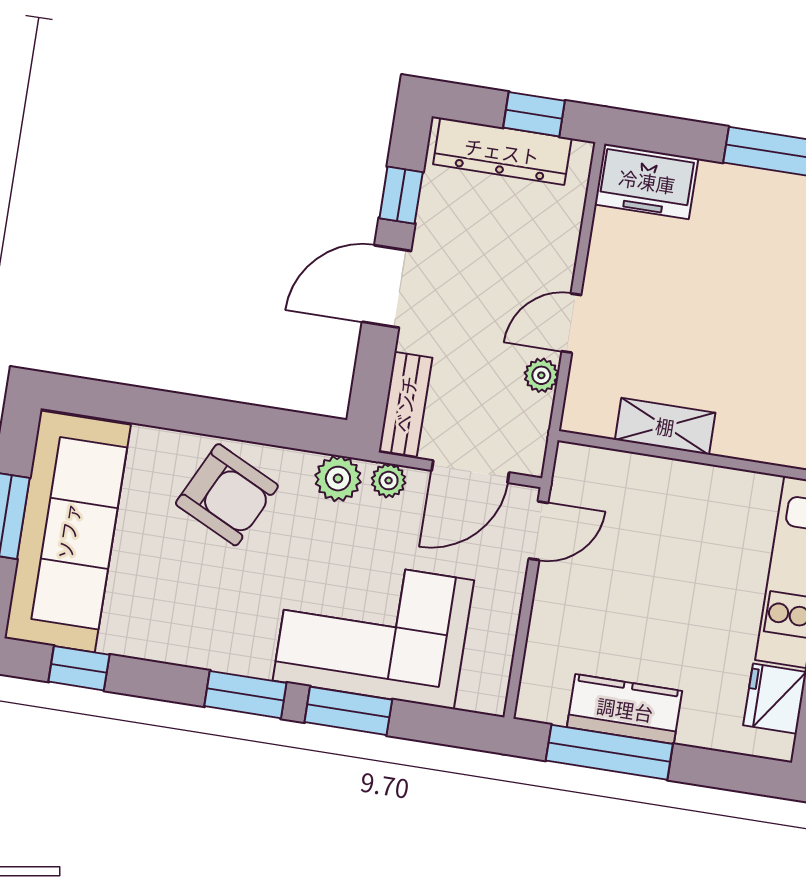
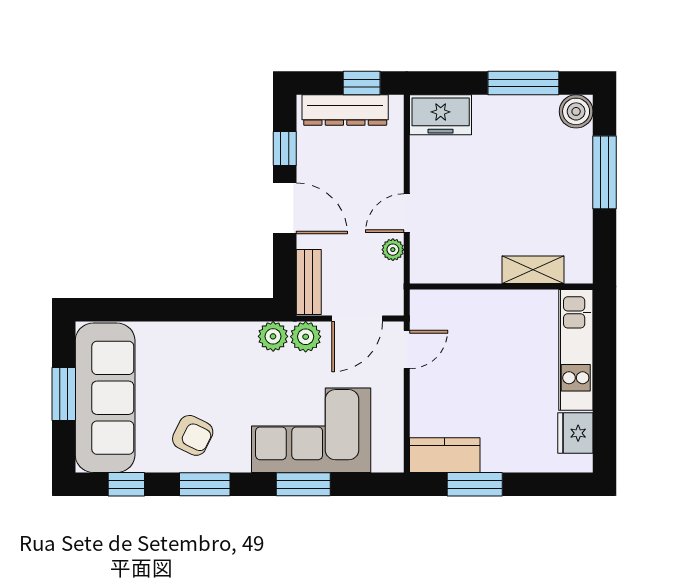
door: (387, 286) -> (285, 208), swing flipped
shelving: (665, 426) -> (533, 270), moved
plant: (389, 481) -> (306, 337), width x1.38, depth x1.38
armchair: (227, 495) -> (193, 435), moved, width x0.72, depth x0.72
window: (245, 695) -> (205, 484), moved
kitchen counter: (625, 709) -> (445, 455), moved
window: (609, 752) -> (475, 484), width x0.69

